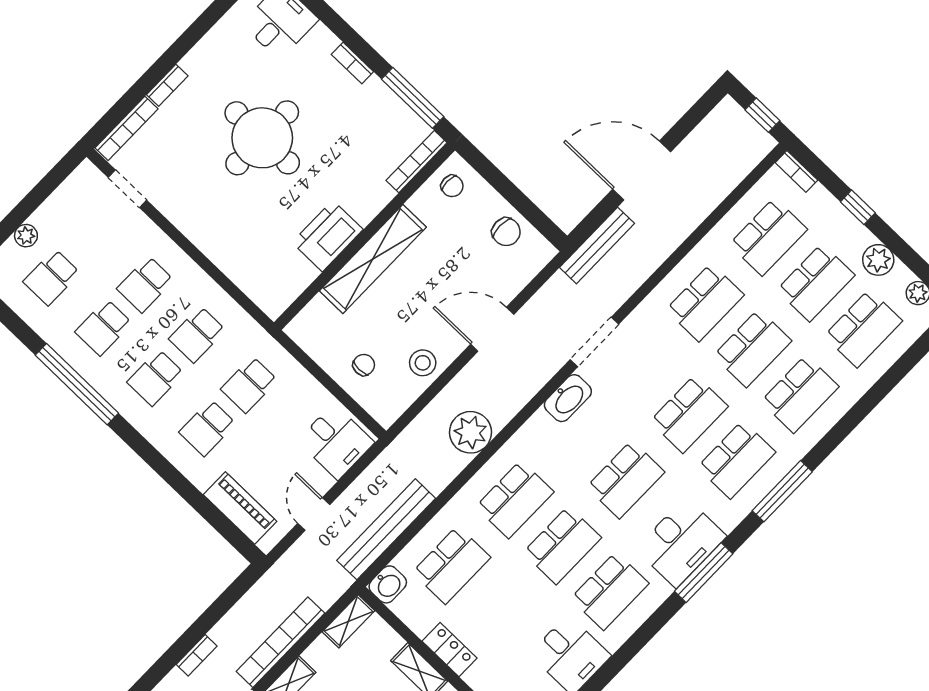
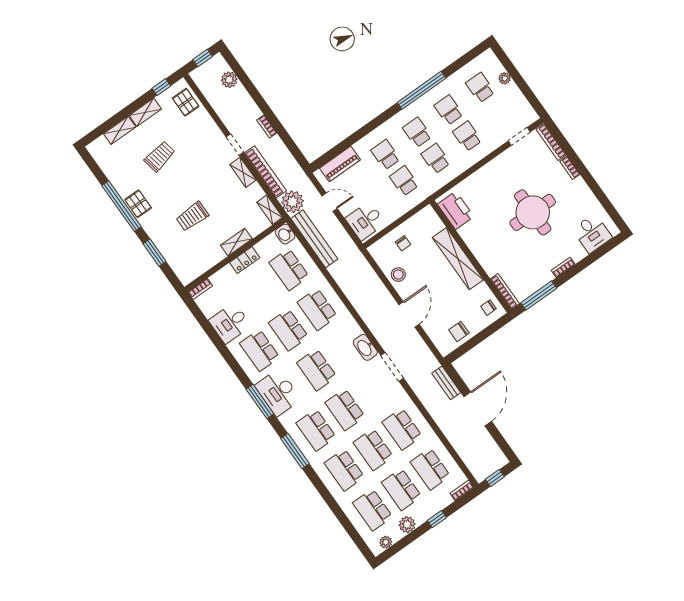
printer: (328, 236) -> (456, 210), moved
bench: (597, 245) -> (446, 383), width x0.73
plant: (470, 432) -> (293, 202), moved

